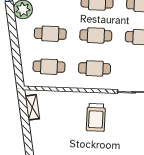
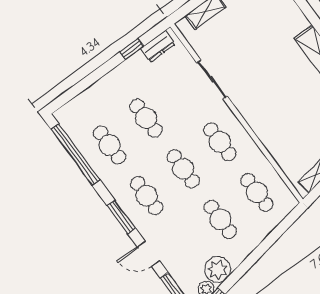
trolley: (96, 117) -> (272, 98), removed

